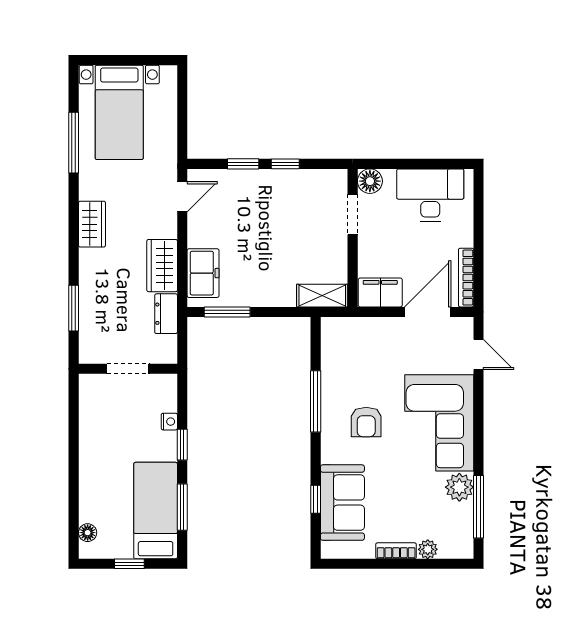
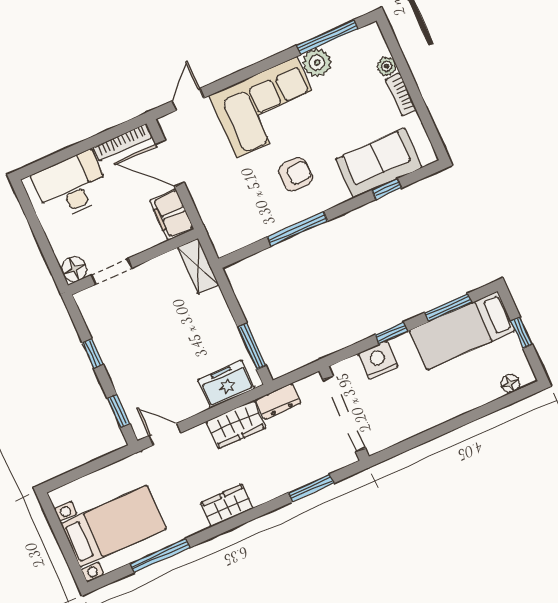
window: (243, 164) -> (119, 411), moved
desk: (430, 195) -> (71, 186), moved, turned 90
doorway: (128, 369) -> (344, 414), width x1.88
nightstand: (169, 422) -> (378, 360), width x1.89, depth x1.79

